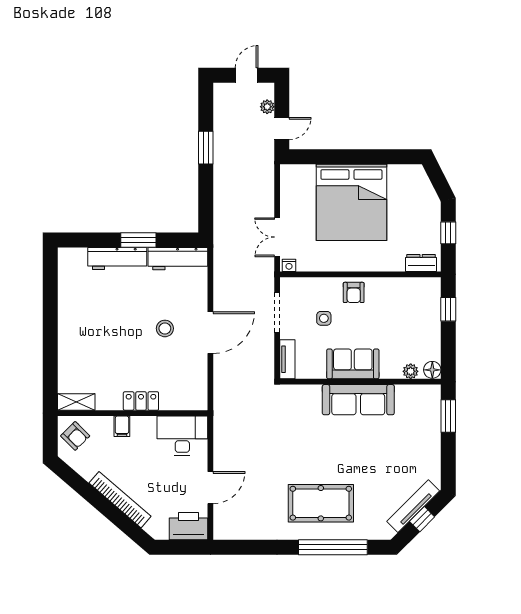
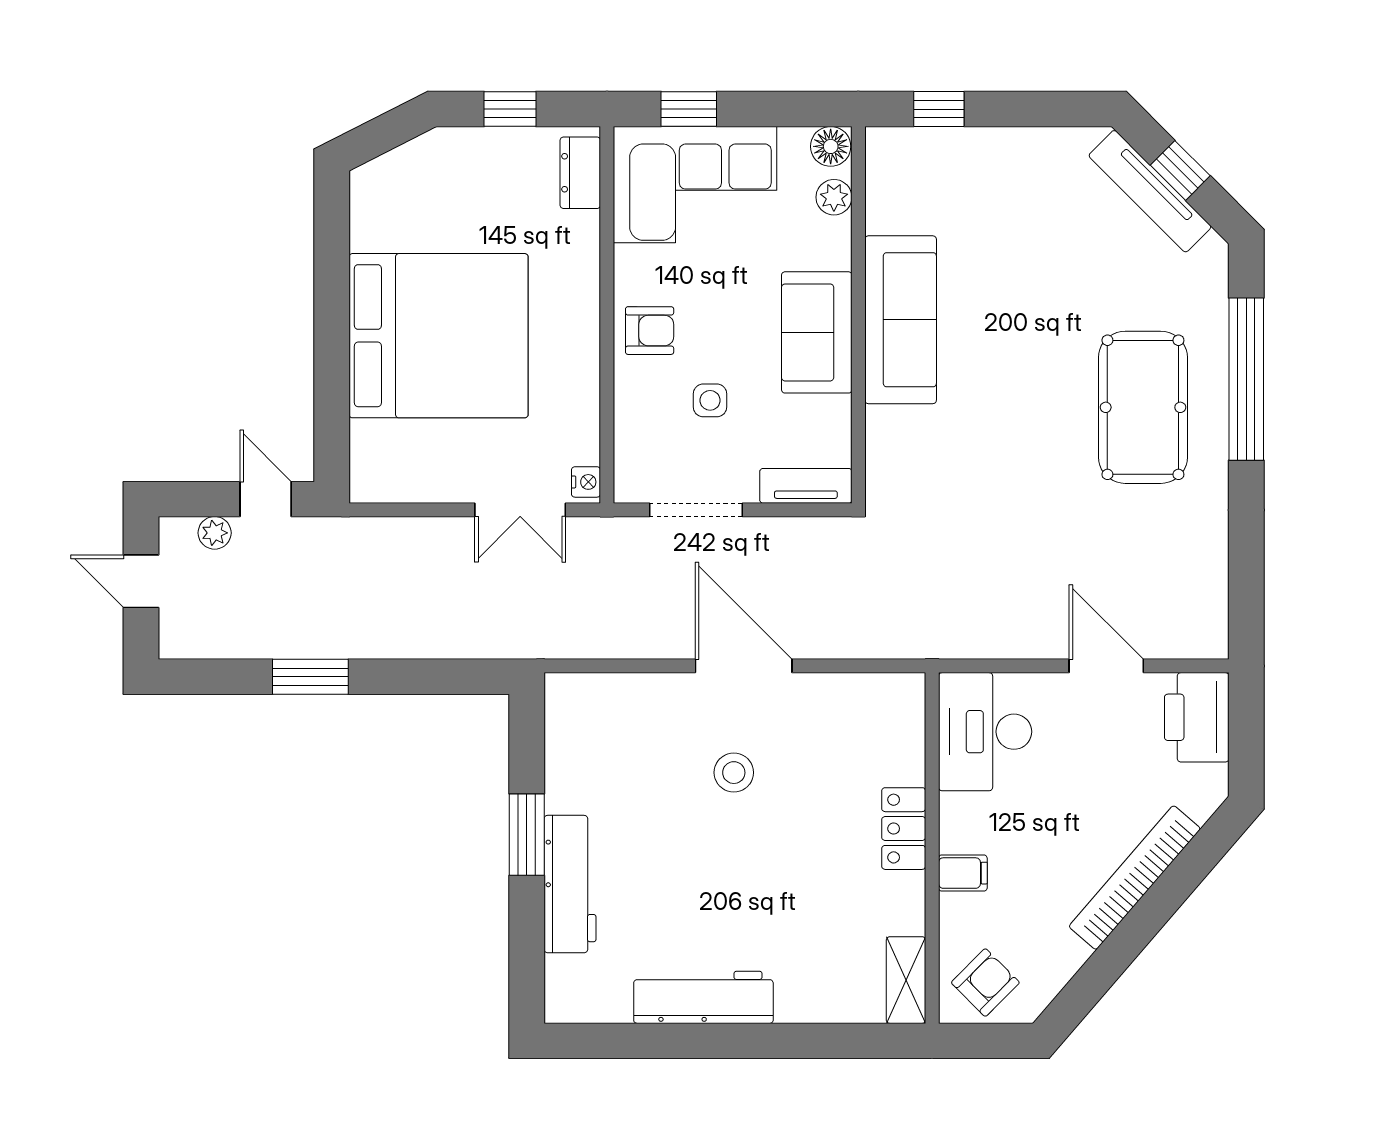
workbench: (178, 259) -> (703, 997), moved, turned -90
corner sofa: (416, 312) -> (695, 185), added
window: (448, 416) -> (939, 109), width x0.67

